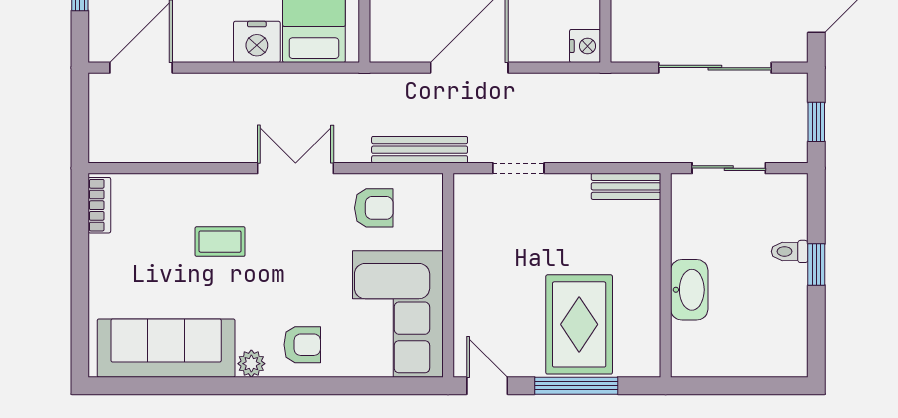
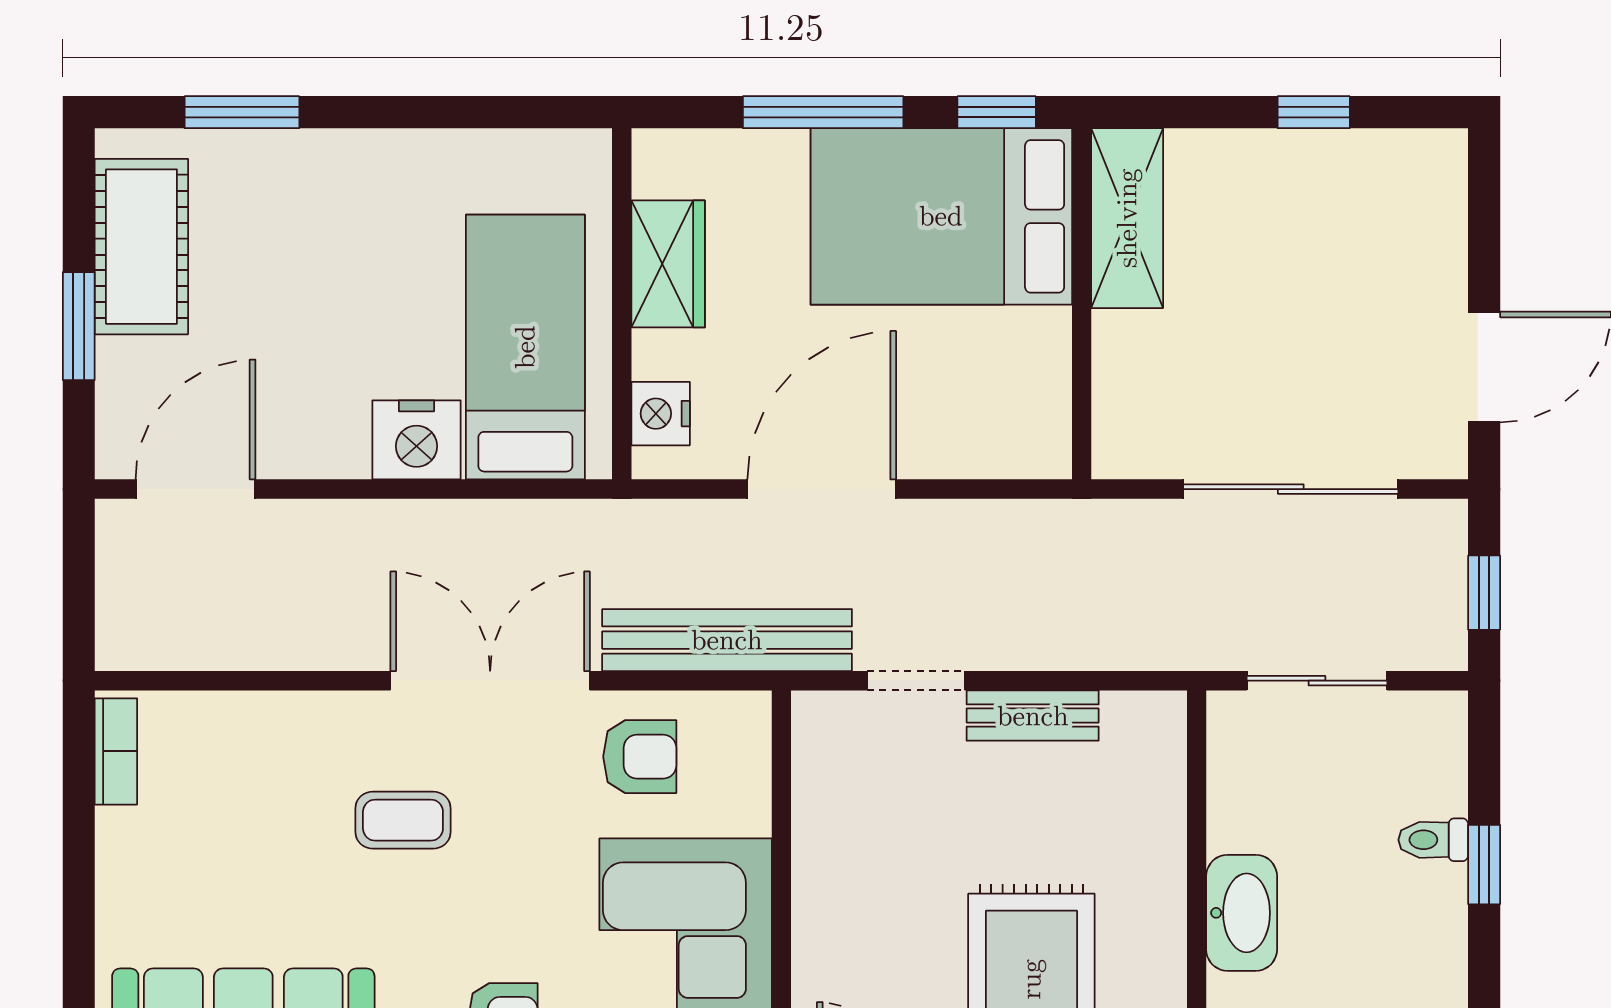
nightstand: (585, 46) -> (661, 414), moved, turned 180
bench: (420, 150) -> (727, 640), width x1.37, depth x1.21
double door: (295, 168) -> (490, 681), width x1.37
bench: (626, 186) -> (1033, 716), moved
coffee table: (220, 242) -> (403, 820), moved

